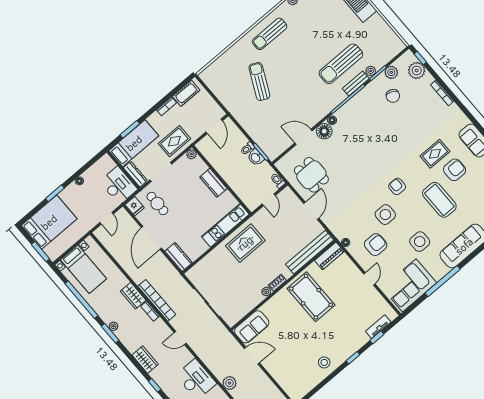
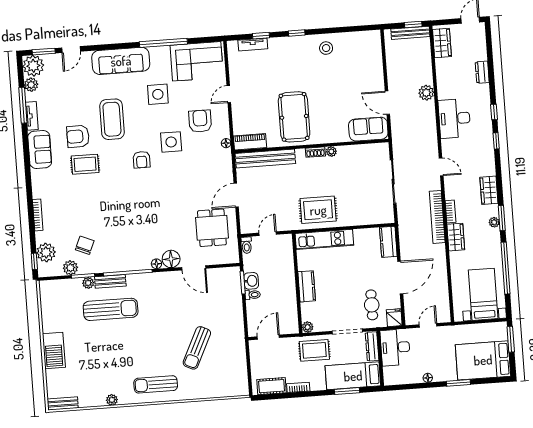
sun lounger: (270, 34) -> (156, 384), turned 180
armchair: (376, 245) -> (200, 121), turned 90
wardrobe: (145, 360) -> (489, 190), moved

